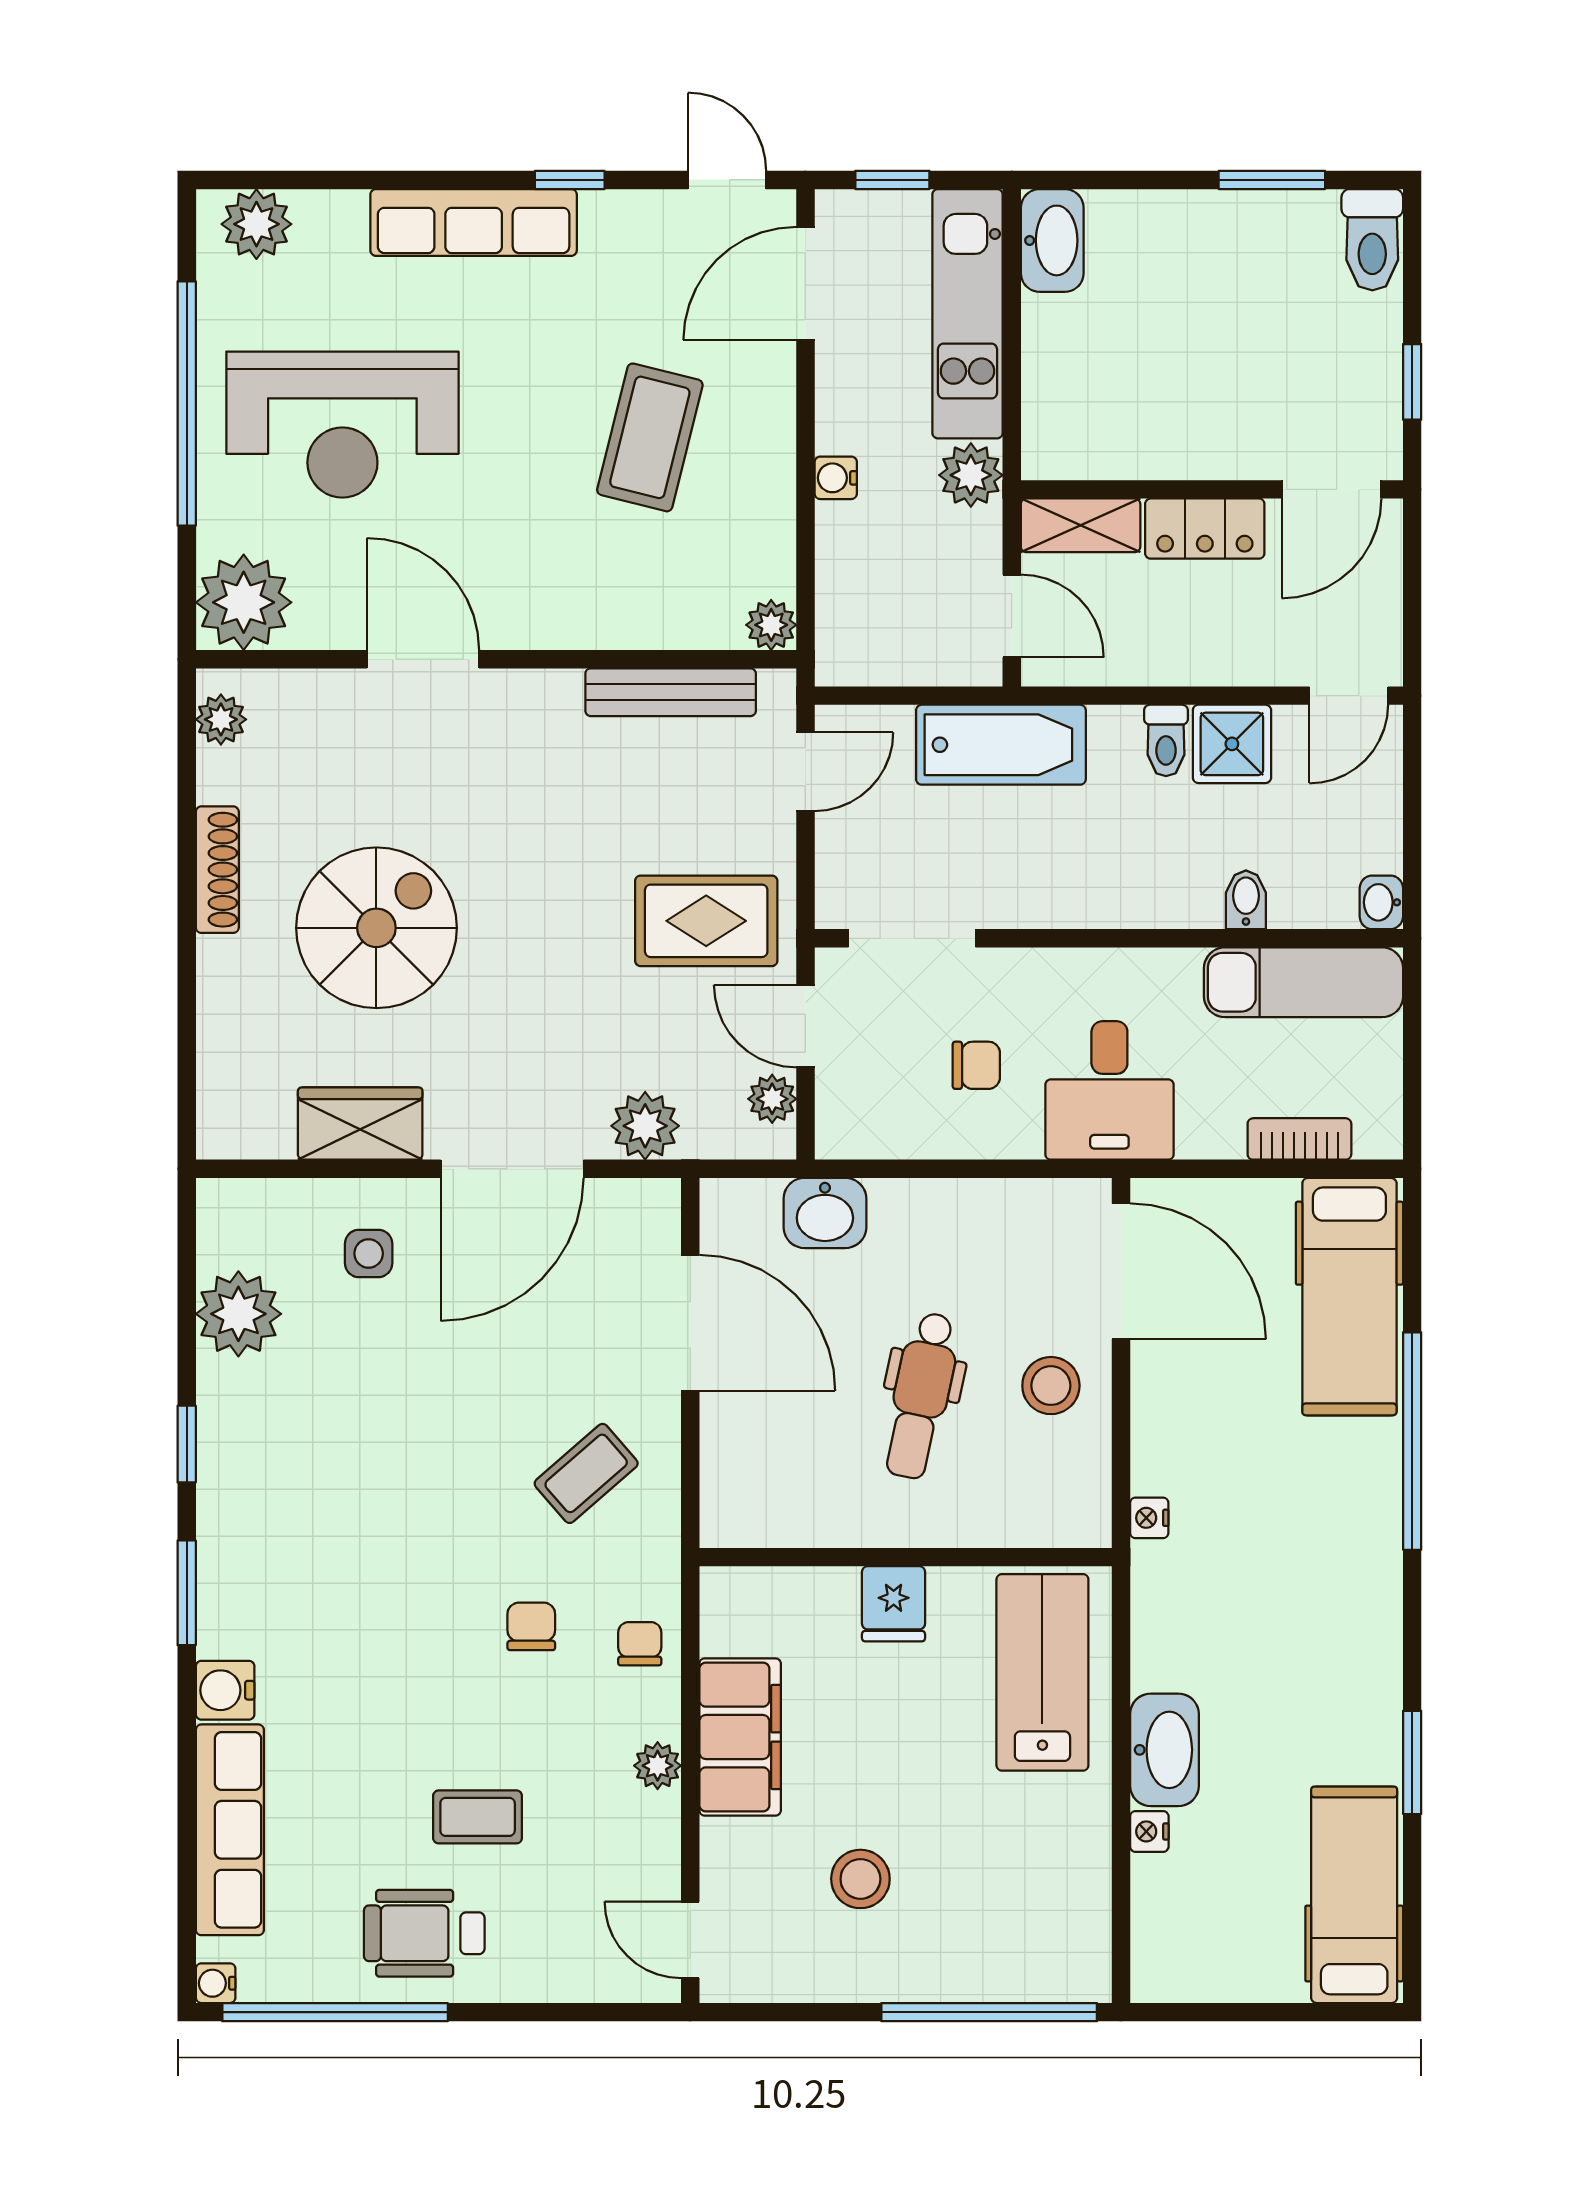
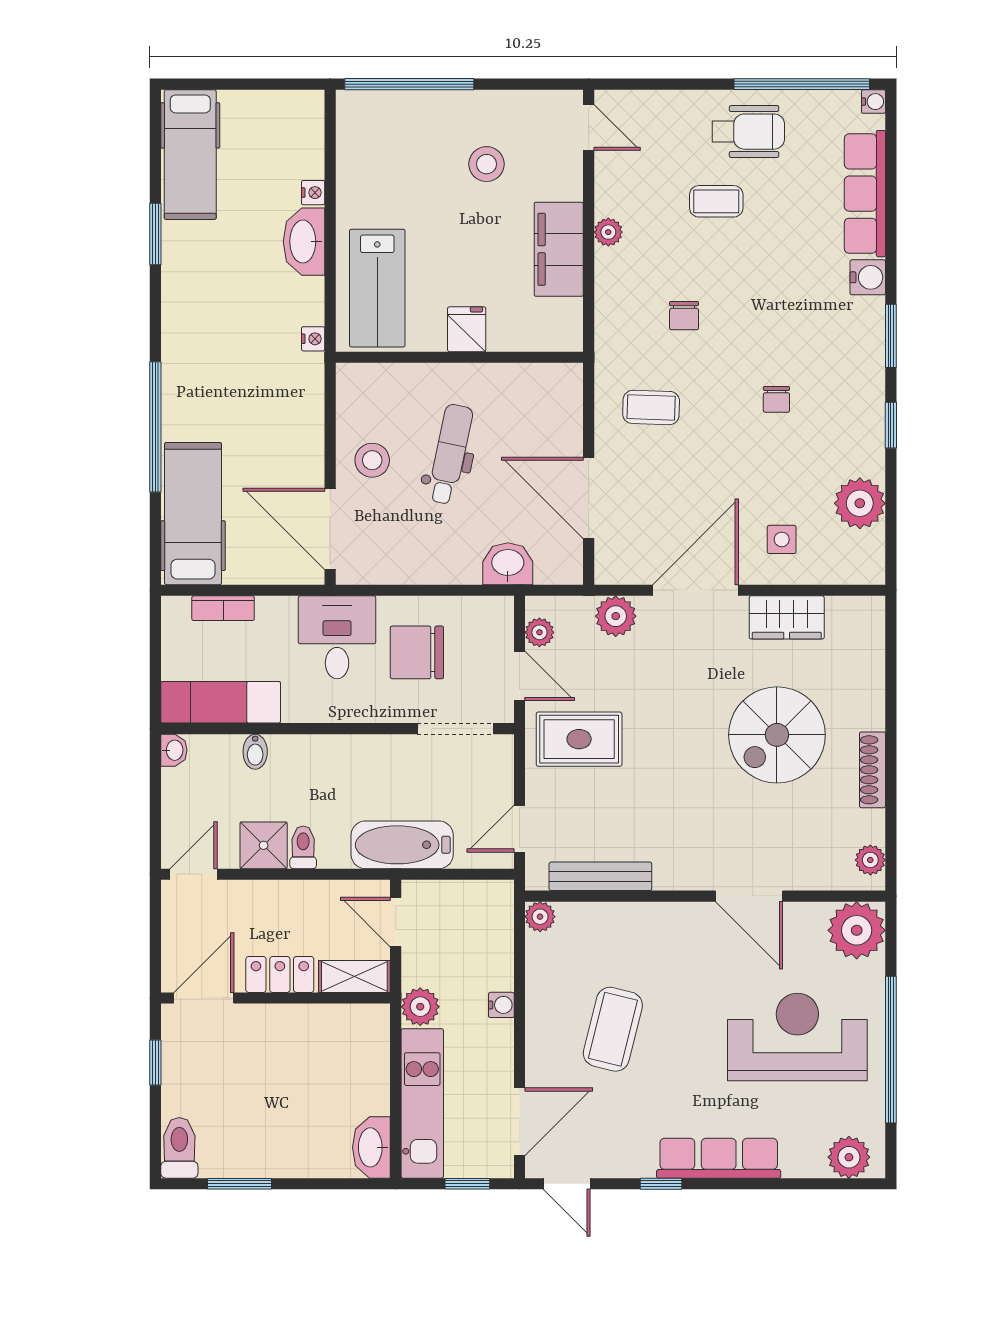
chair: (976, 1065) -> (417, 652), width x1.87, depth x1.87
coffee table: (586, 1473) -> (651, 407), turned 43
nightstand: (1149, 1518) -> (313, 339), moved
chair: (640, 1644) -> (776, 399), moved

